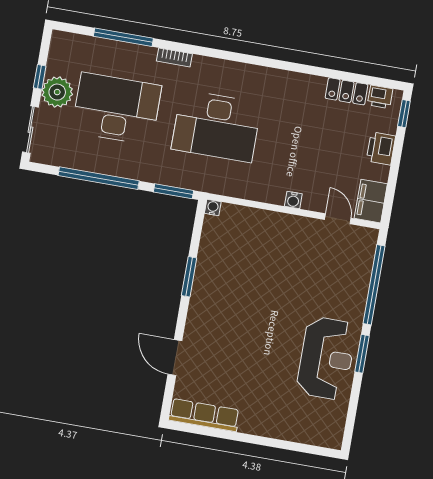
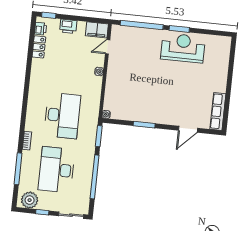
plant: (57, 92) -> (30, 200), moved

